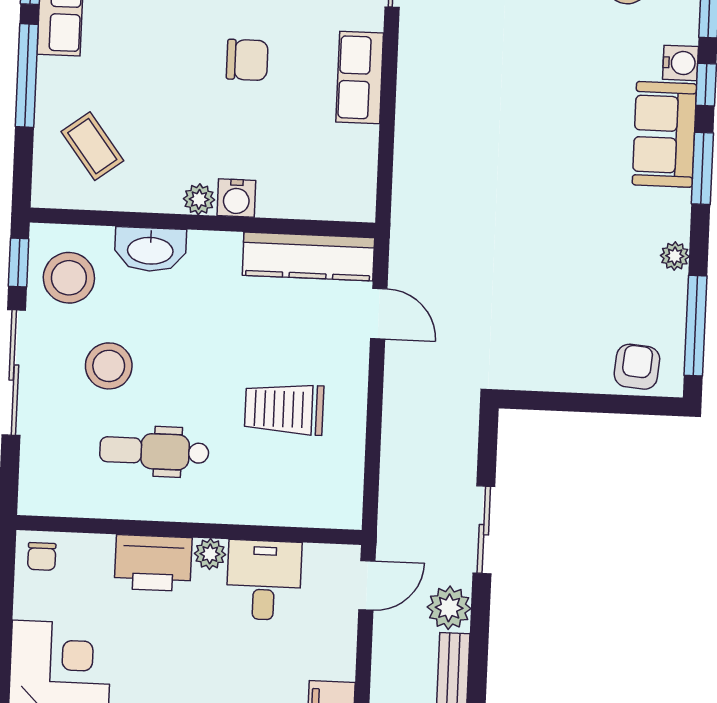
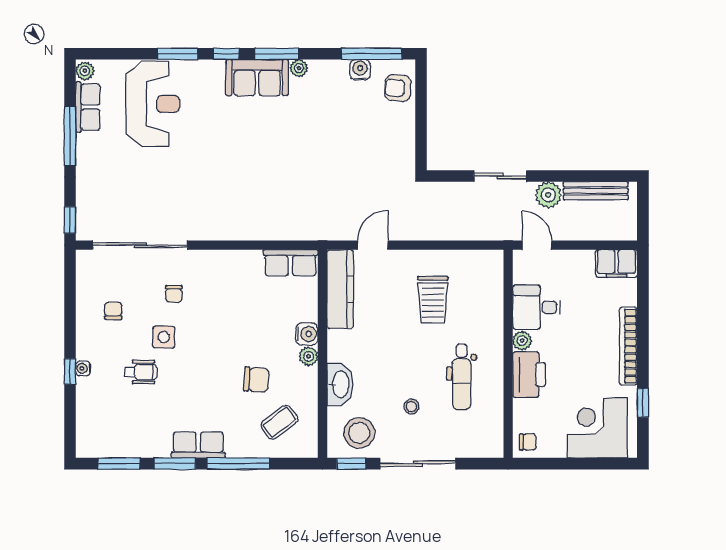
chair: (247, 60) -> (256, 380), moved, turned 94
water cooler: (680, 63) -> (360, 70), moved
row of seats: (360, 78) -> (290, 263), moved
plant: (675, 256) -> (299, 68), moved
stool: (109, 366) -> (411, 407), width x0.53, depth x0.53

